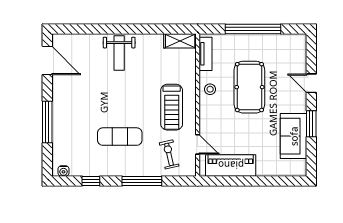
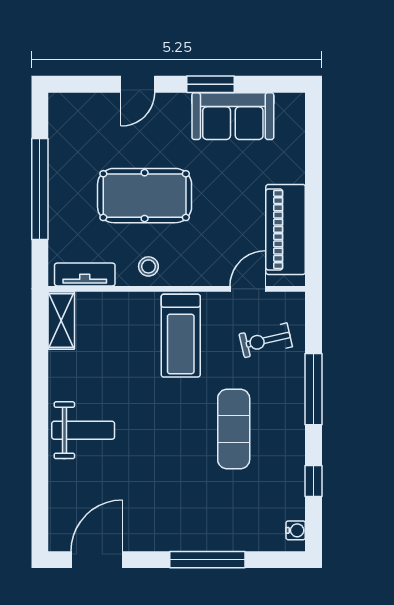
treadmill: (172, 107) -> (181, 336), turned 90

